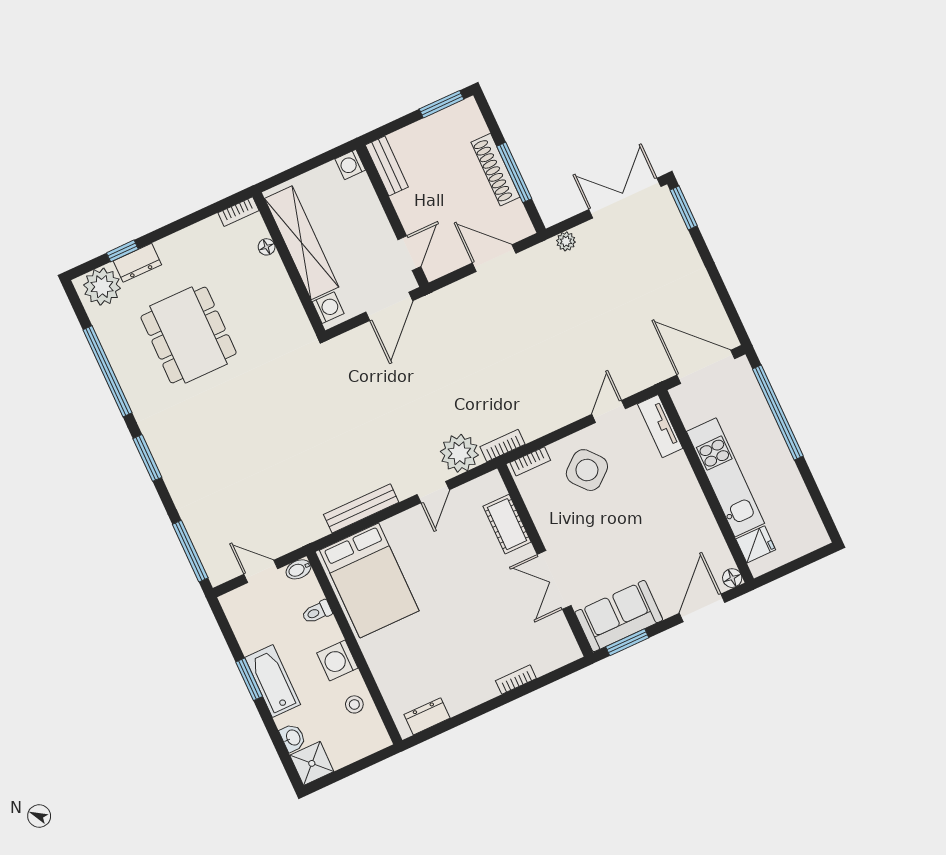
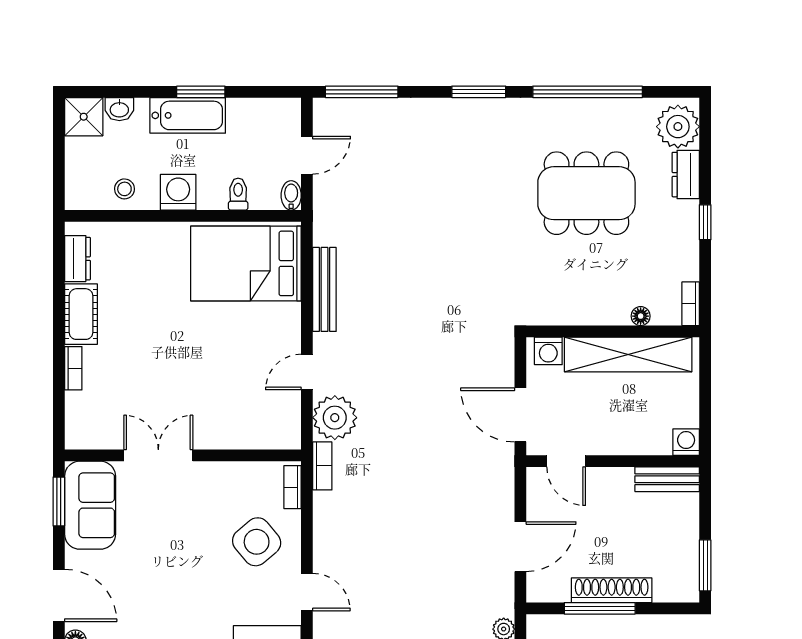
window: (122, 251) -> (705, 222), moved
door: (433, 492) -> (307, 372), hinge flipped
cot: (507, 524) -> (81, 314), moved, turned 90

